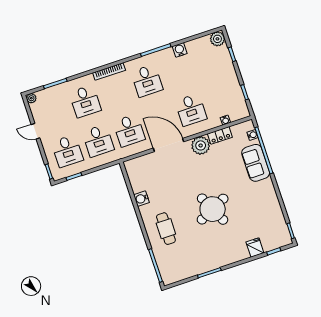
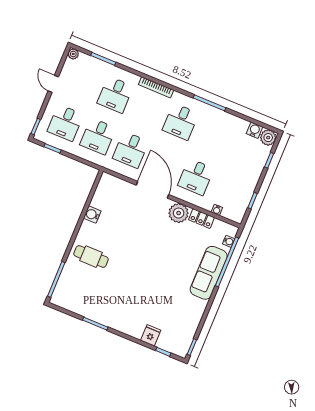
water cooler: (180, 50) -> (255, 130), moved
sofa: (256, 163) -> (209, 273), width x1.36
round table: (213, 209) -> (143, 274), removed
cafe table: (166, 229) -> (91, 257), turned 90

